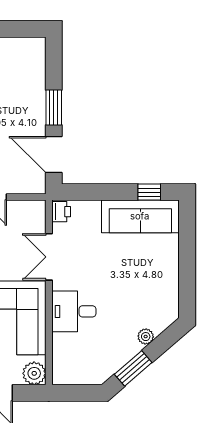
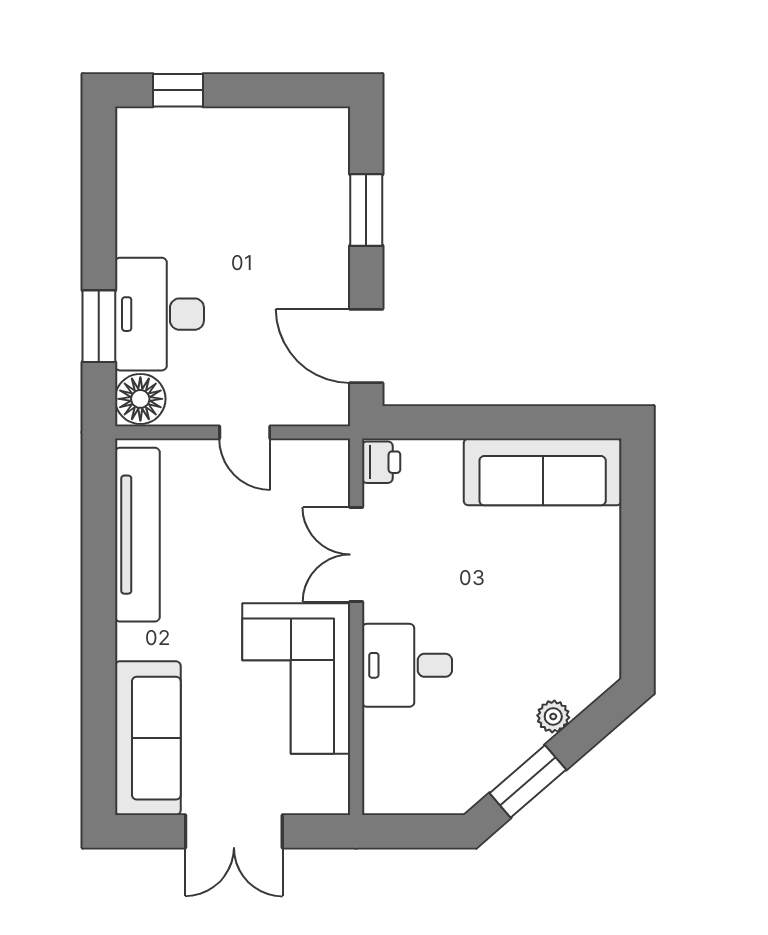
window: (54, 107) -> (366, 210), moved
window: (149, 192) -> (561, 422), removed
plant: (34, 373) -> (326, 791), removed

